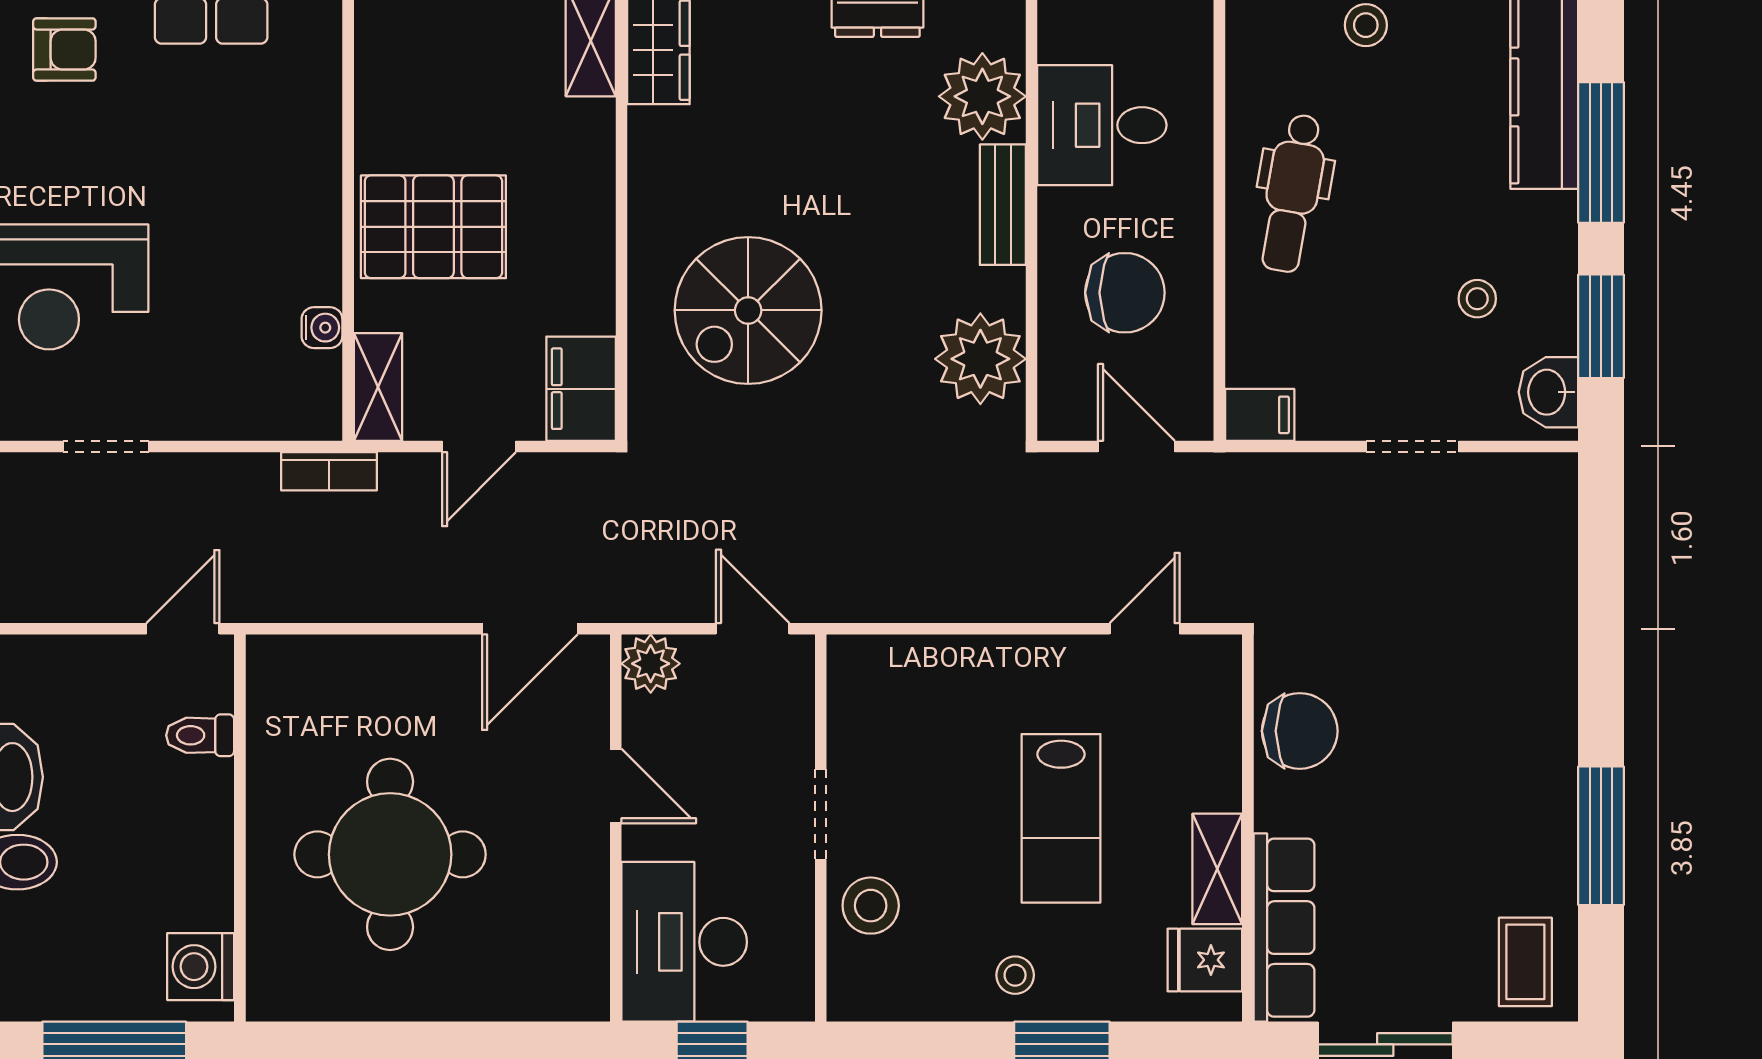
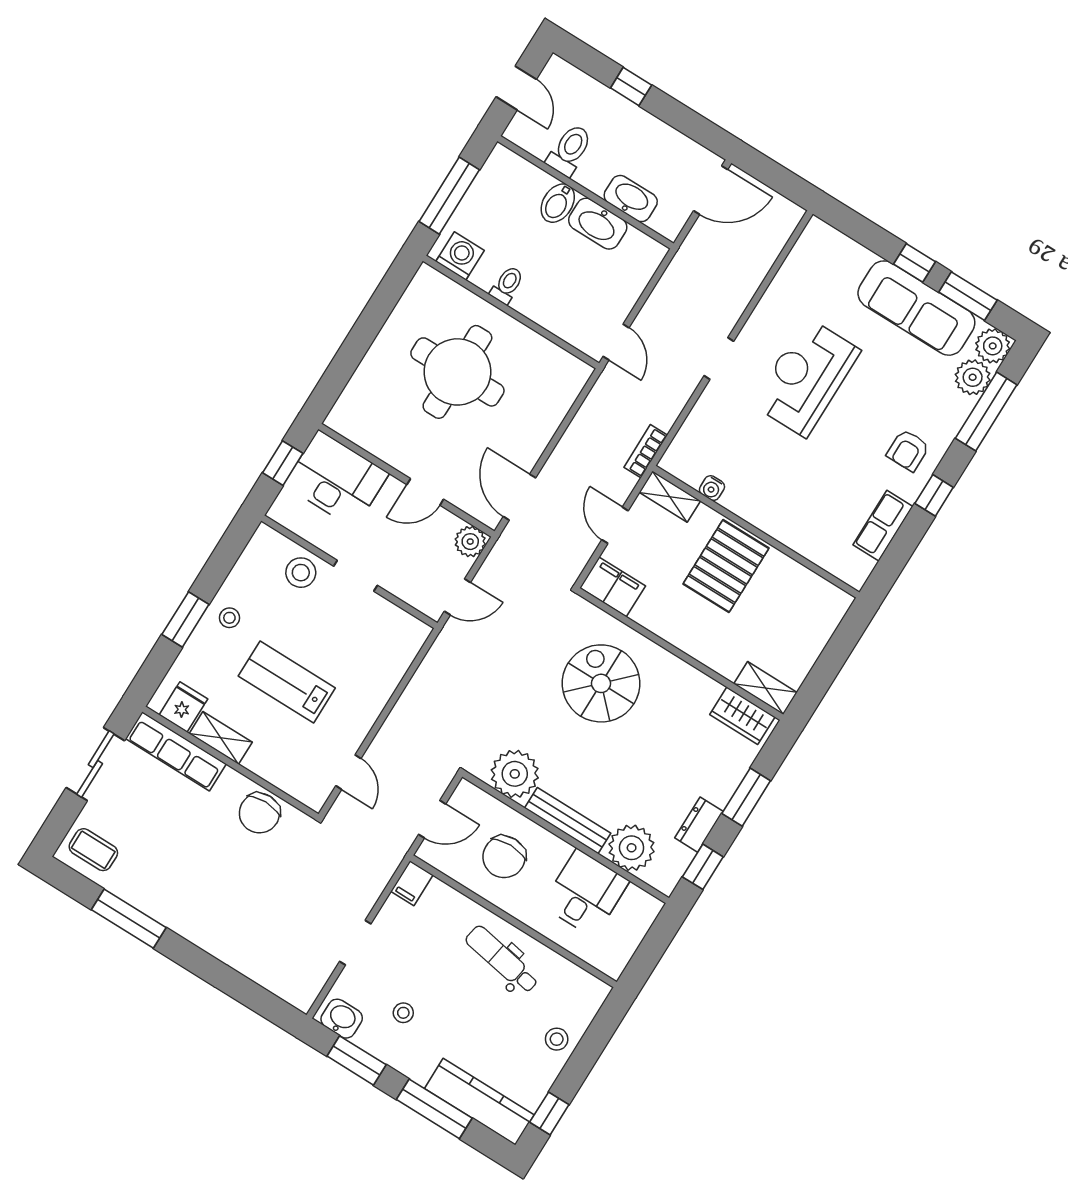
bench: (1003, 205) -> (568, 821), width x1.36
toilet: (200, 735) -> (507, 285), moved

